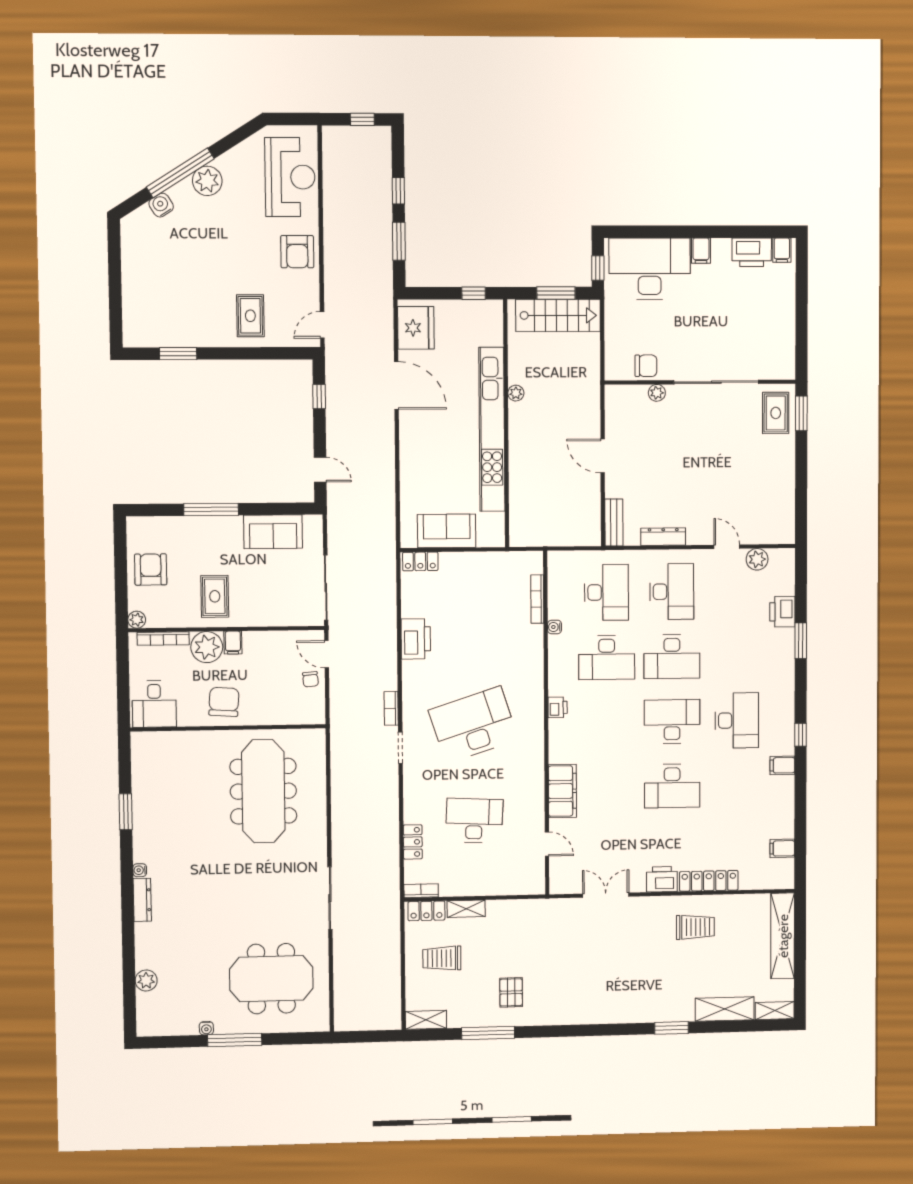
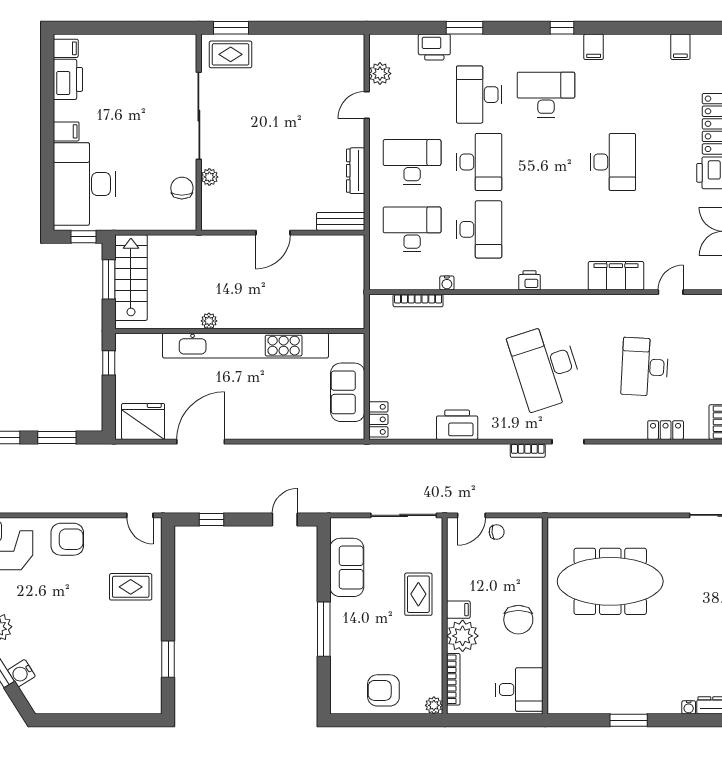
rug: (215, 596) -> (418, 594), moved, turned 90
chair: (224, 702) -> (518, 620), turned -94
desk: (672, 721) -> (479, 95), moved

